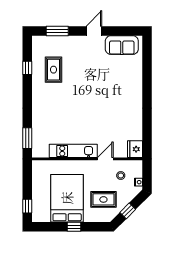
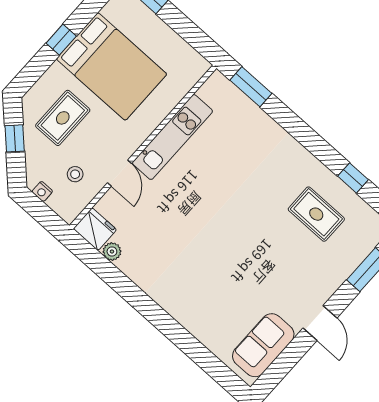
plant: (138, 135) -> (112, 252), added

